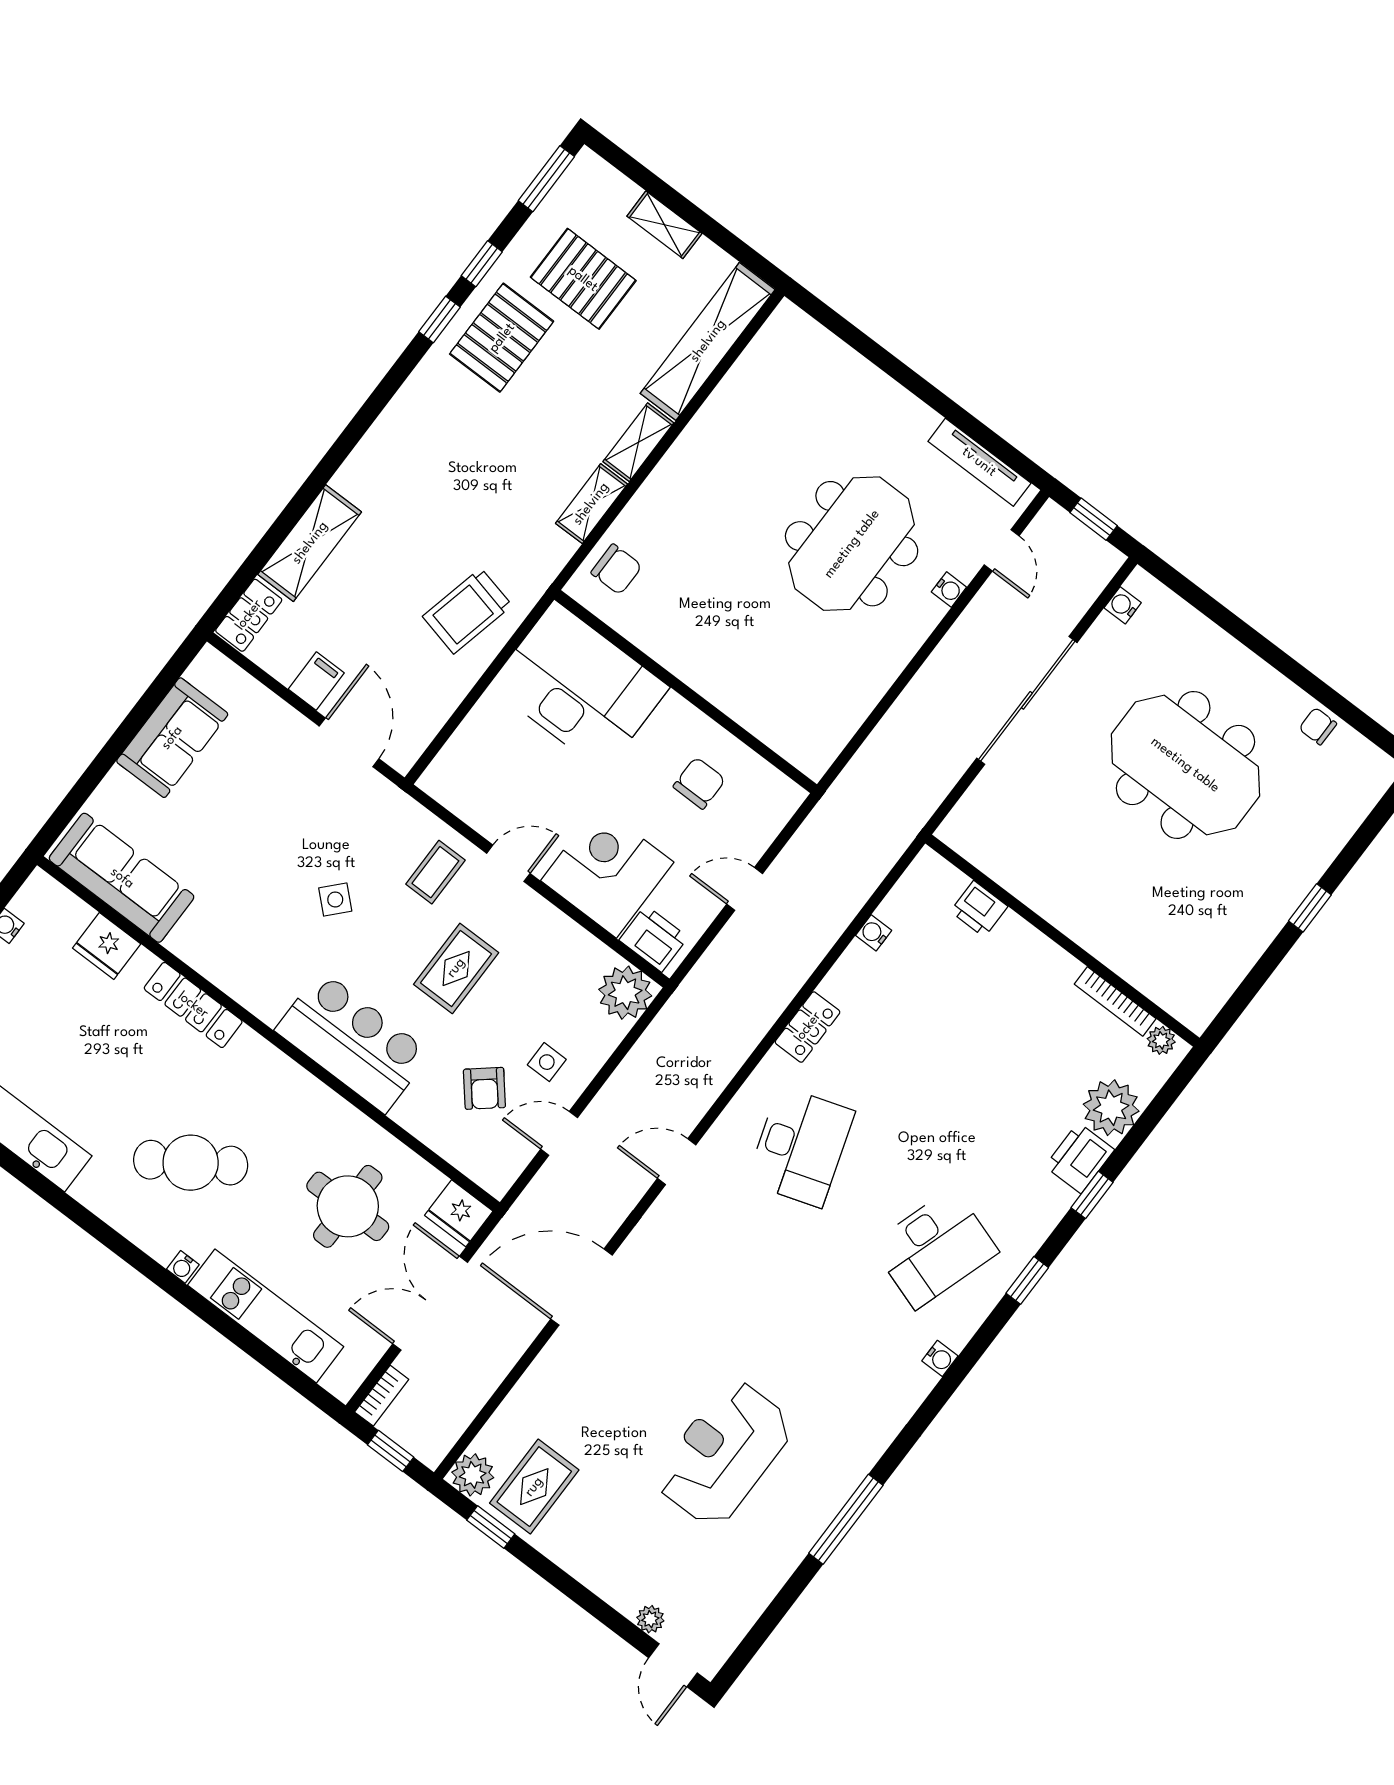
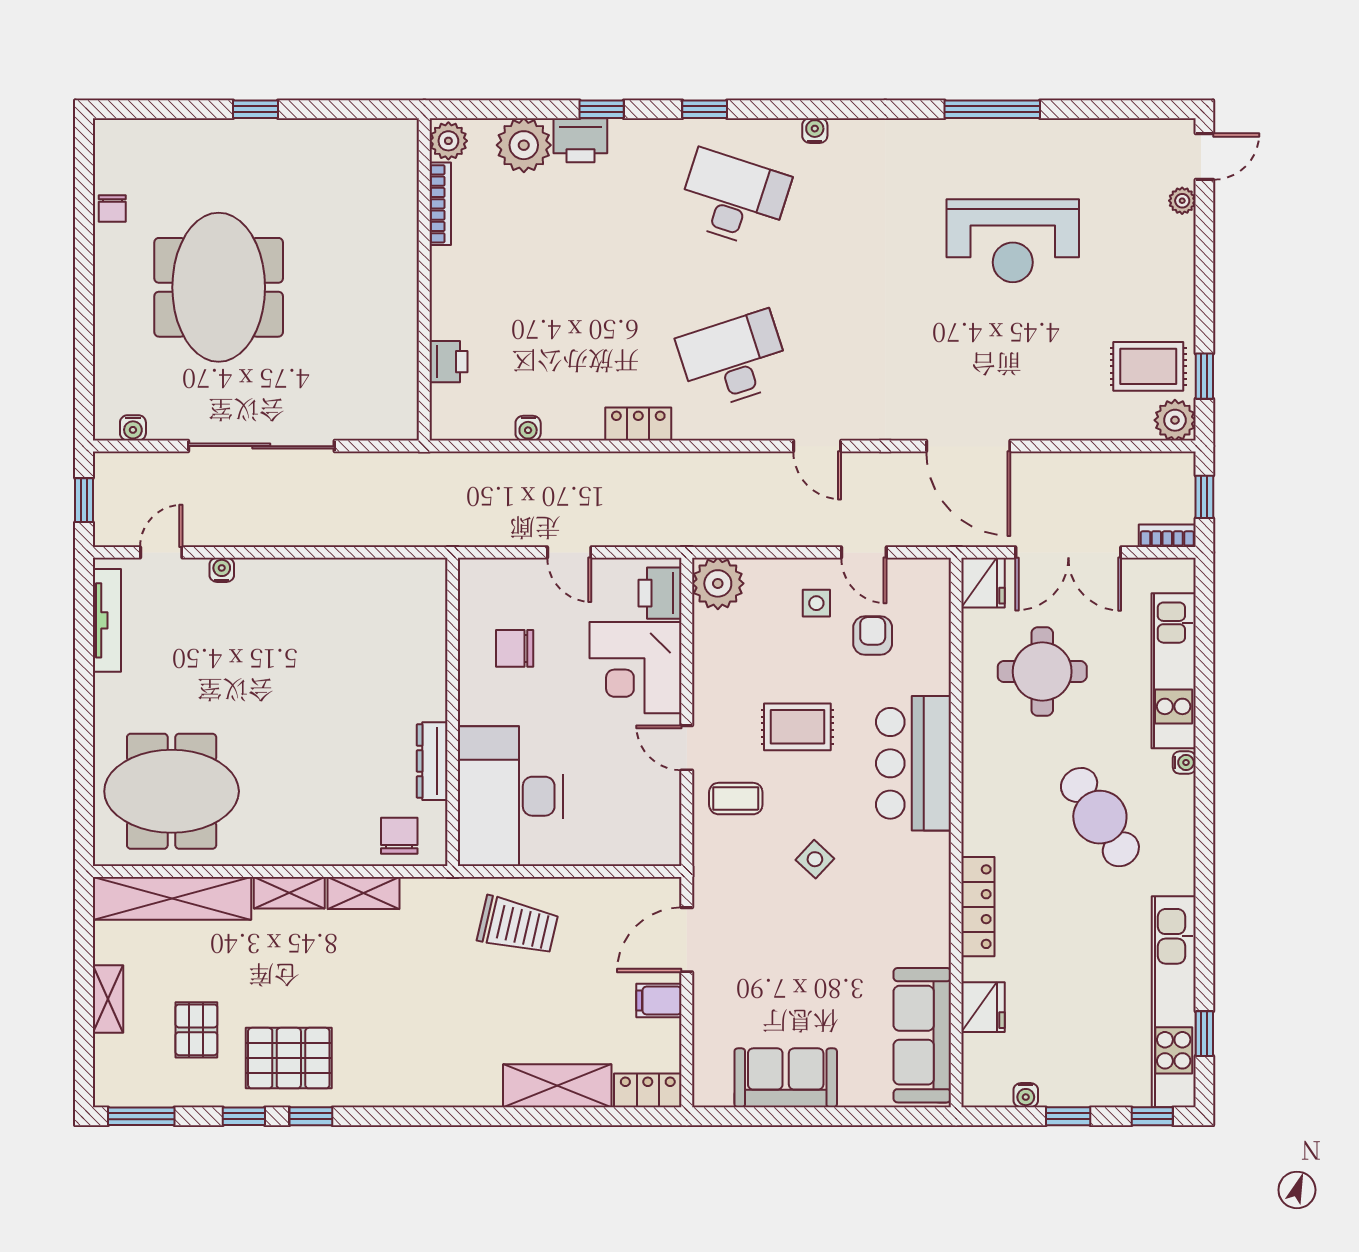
pallet: (583, 279) -> (196, 1030), width x0.67, depth x0.71
meeting table: (852, 544) -> (172, 791), moved
dresser: (658, 644) -> (432, 761), added
plant: (1161, 1040) -> (448, 141), width x1.38, depth x1.38
armchair: (484, 1088) -> (873, 636), turned -50

